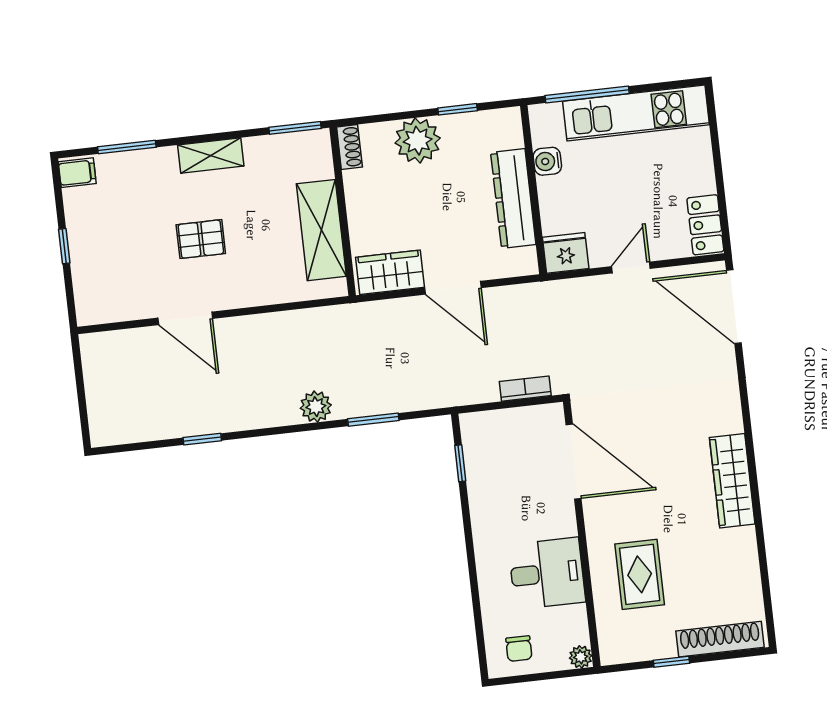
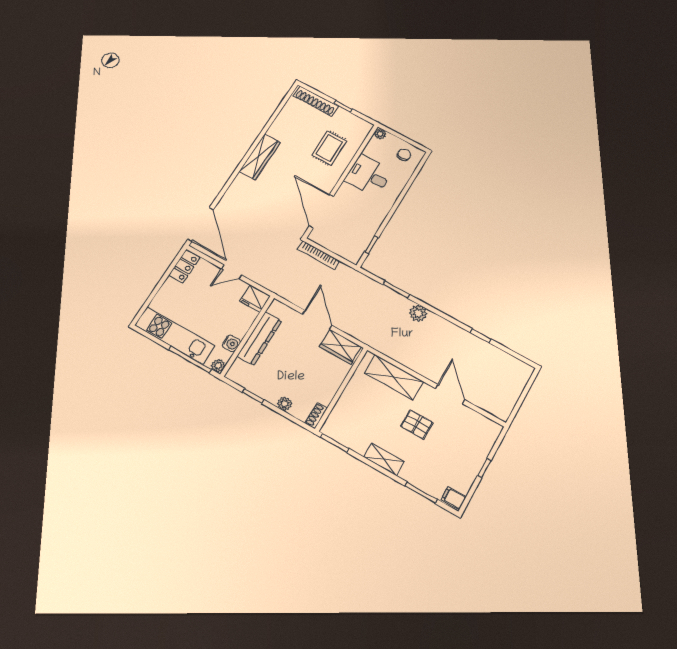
plant: (541, 115) -> (218, 366), added
plant: (418, 141) -> (285, 404), width x0.53, depth x0.53
shelving: (321, 230) -> (394, 377), moved, turned 90
bookcase: (525, 389) -> (319, 255), width x1.56

